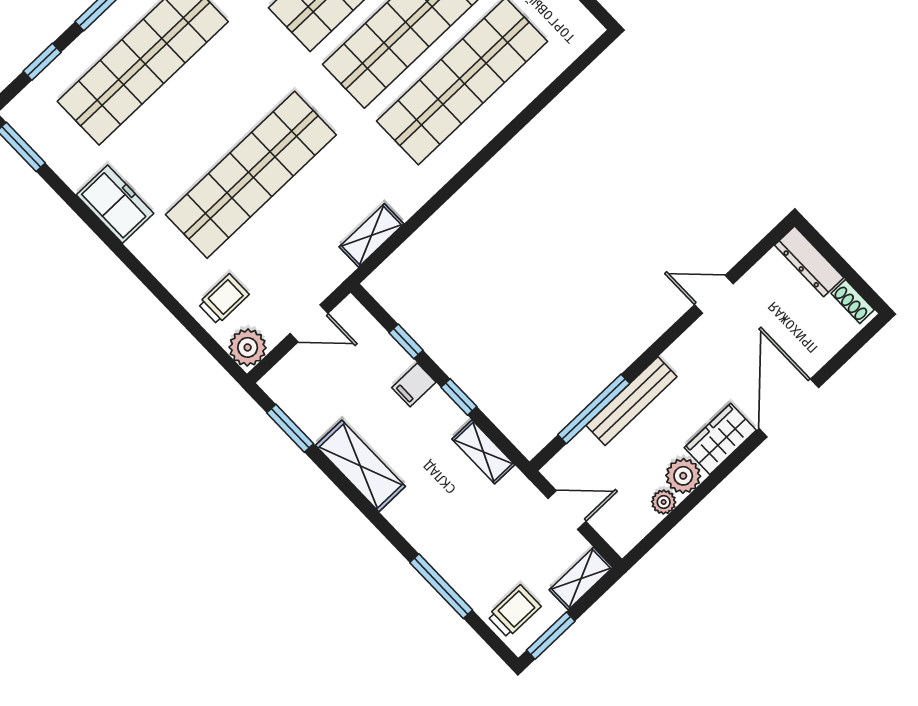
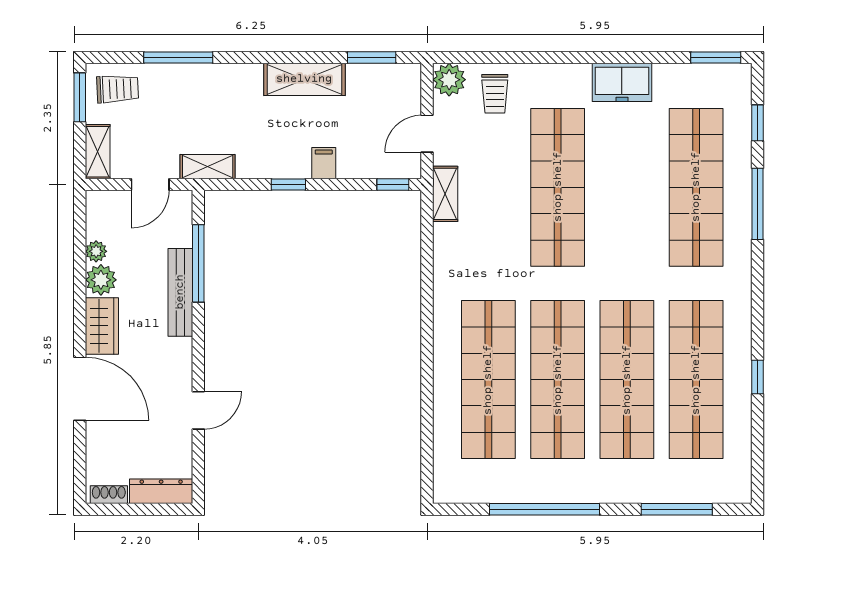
shelving: (371, 235) -> (445, 194), moved
window: (406, 341) -> (393, 185), moved
shelving: (483, 452) -> (208, 167), moved
trolley: (514, 611) -> (118, 89), turned -93

